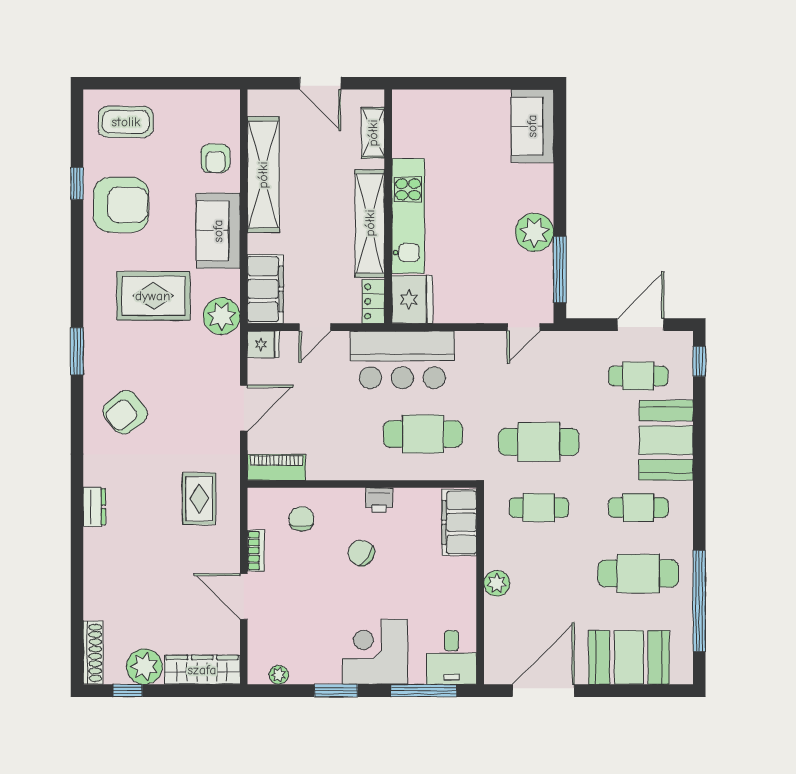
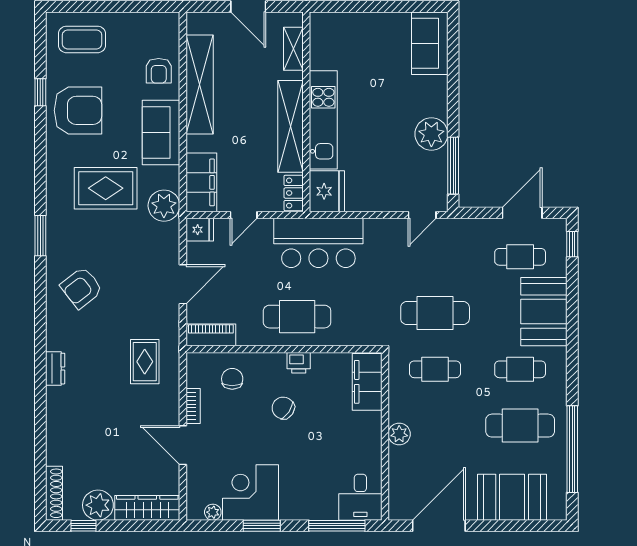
cafe table: (423, 434) -> (297, 317), moved
corner desk: (375, 652) -> (250, 493), moved

